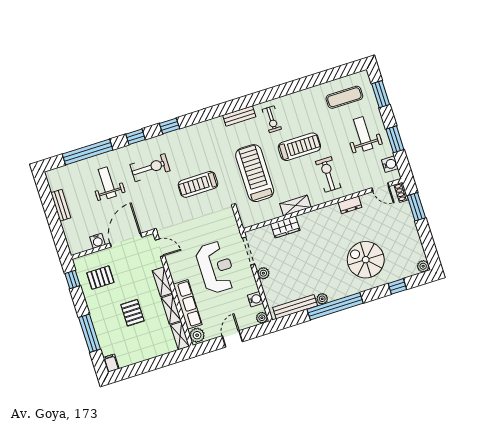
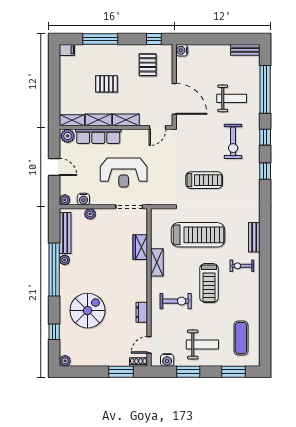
treadmill: (198, 184) -> (204, 180), turned 90
bench: (61, 205) -> (245, 50), moved
water cooler: (97, 241) -> (182, 50), moved
plant: (263, 273) -> (90, 214), moved

